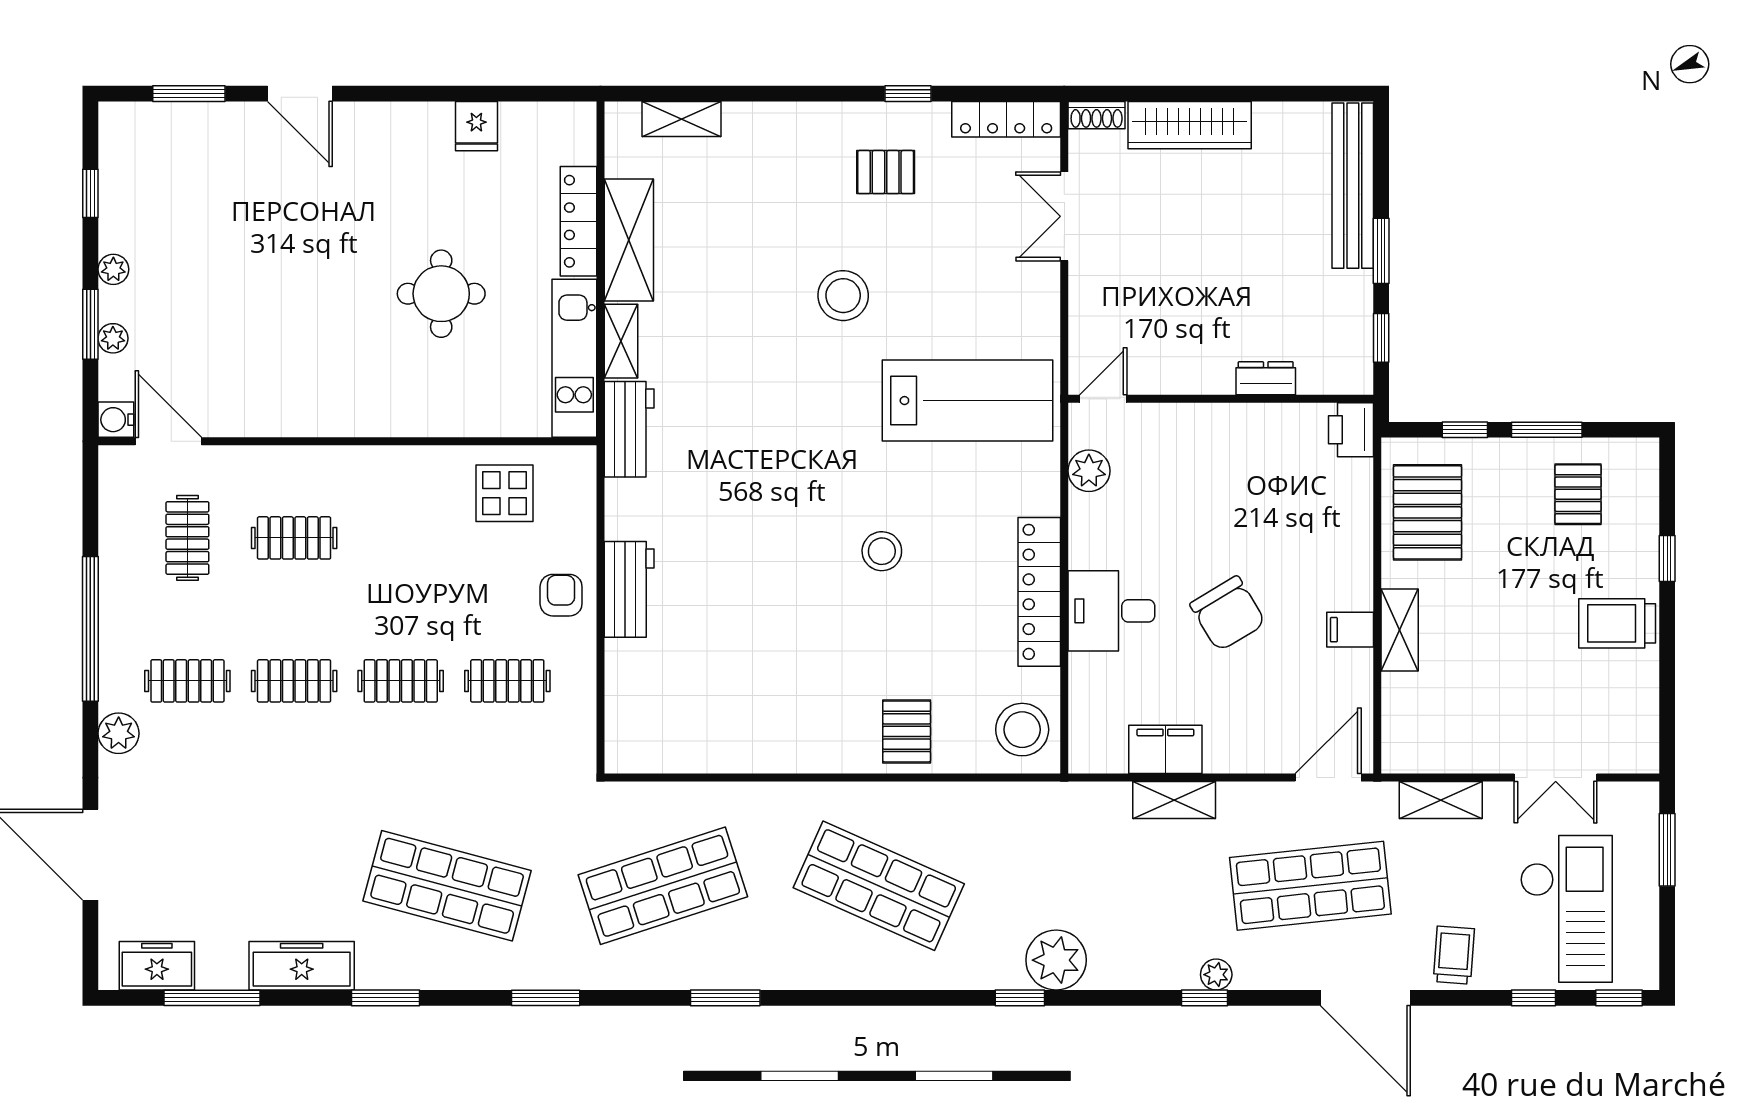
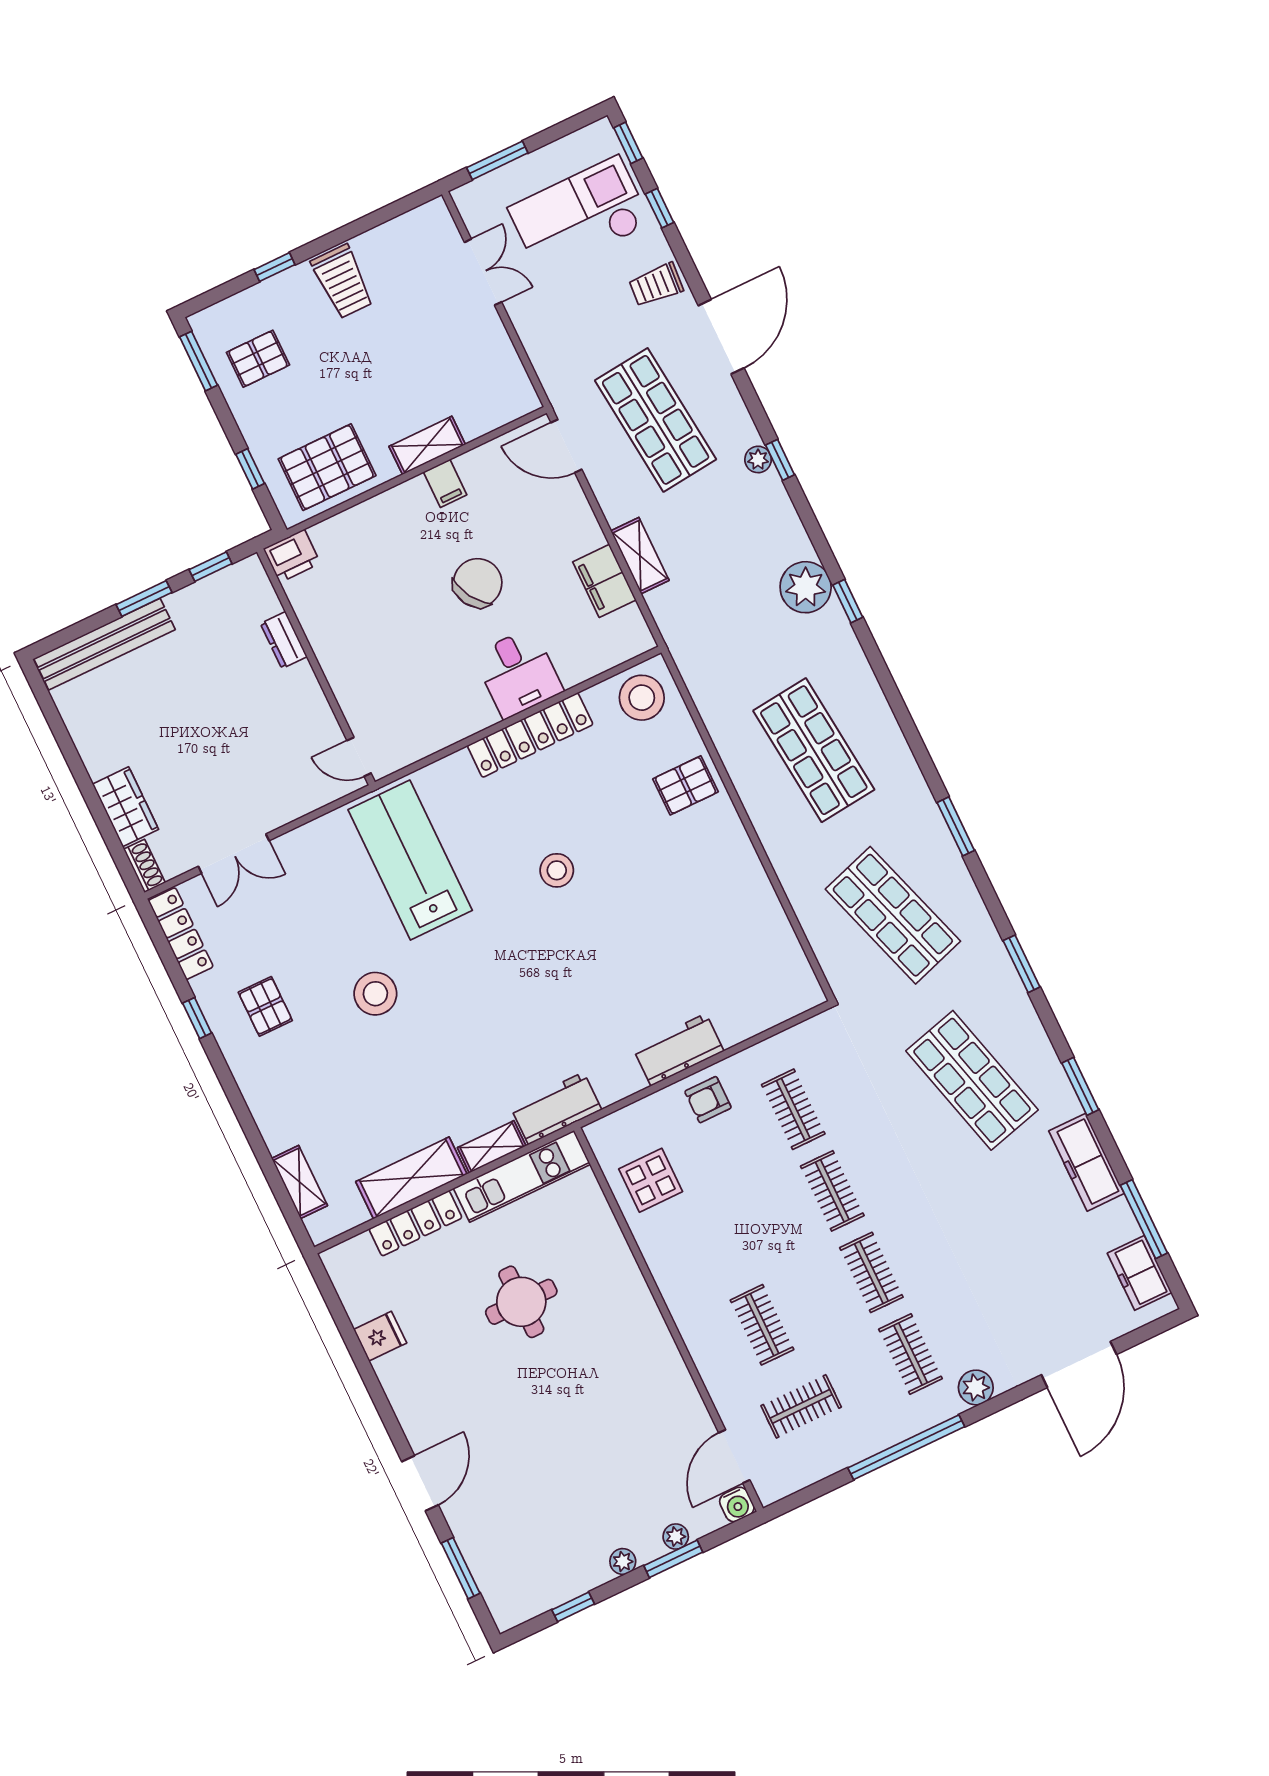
wardrobe: (1190, 125) -> (126, 807), width x0.67
window: (1547, 430) -> (198, 361), moved
plant: (1089, 471) -> (419, 741), removed
shelving: (1441, 800) -> (542, 352), removed
shop shelf: (447, 886) -> (972, 1080), turned -30
shop shelf: (879, 886) -> (814, 750), turned -30

